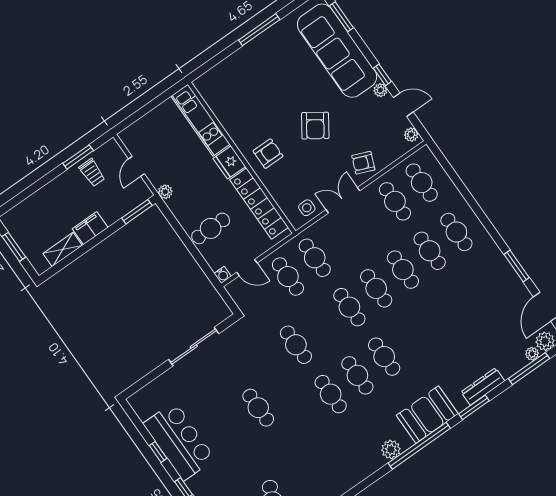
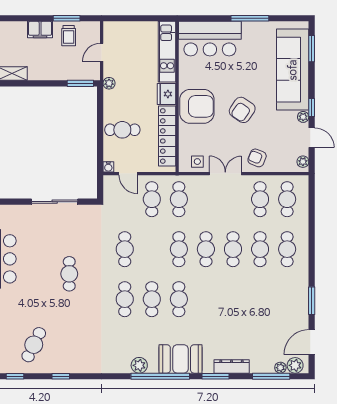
bar counter: (234, 78) -> (210, 39), added
armchair: (268, 154) -> (197, 106), width x1.88, depth x1.88
filing cabinet: (90, 228) -> (40, 29), moved, turned 180

